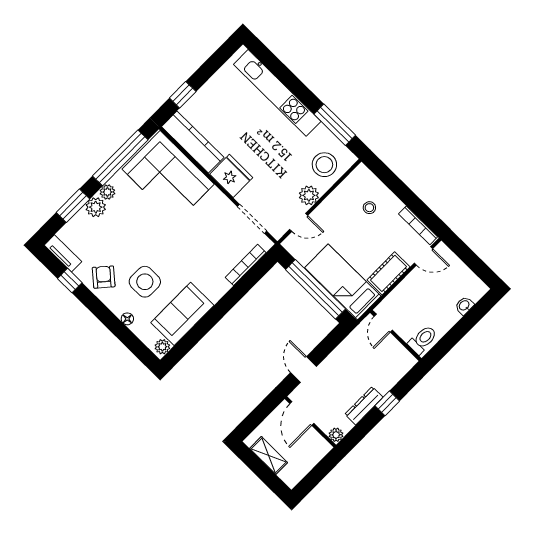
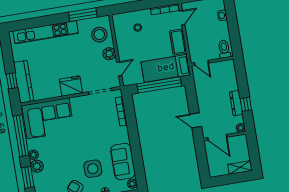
kitchen counter: (193, 142) -> (24, 82), moved, turned 90
window: (387, 403) -> (246, 104), moved
shelving: (269, 455) -> (240, 167), moved

